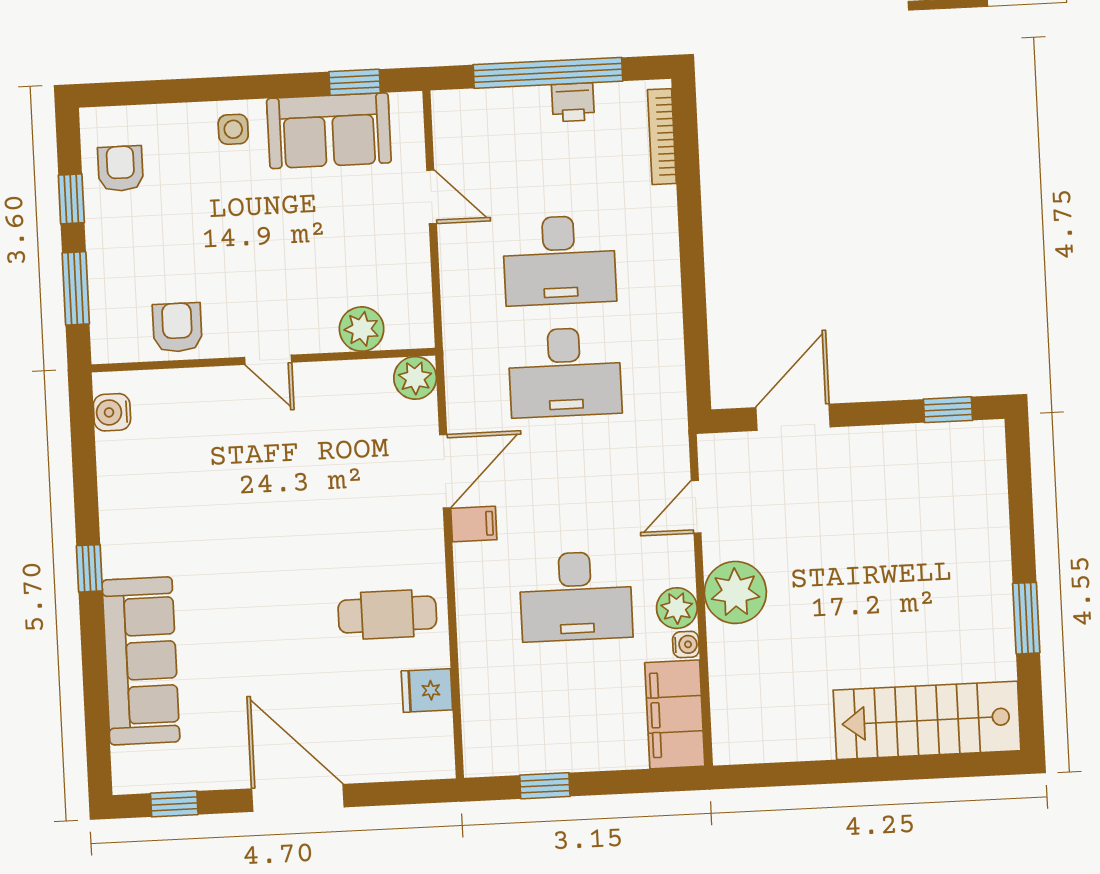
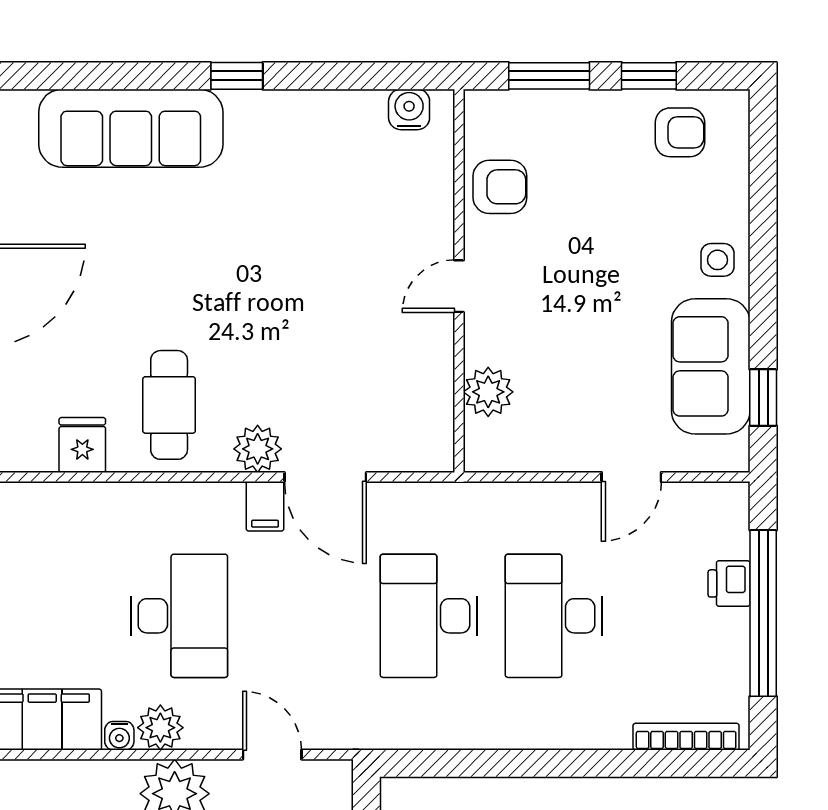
printer: (573, 102) -> (729, 583), moved
plant: (415, 378) -> (258, 449), moved
desk: (576, 596) -> (179, 616), turned 180

